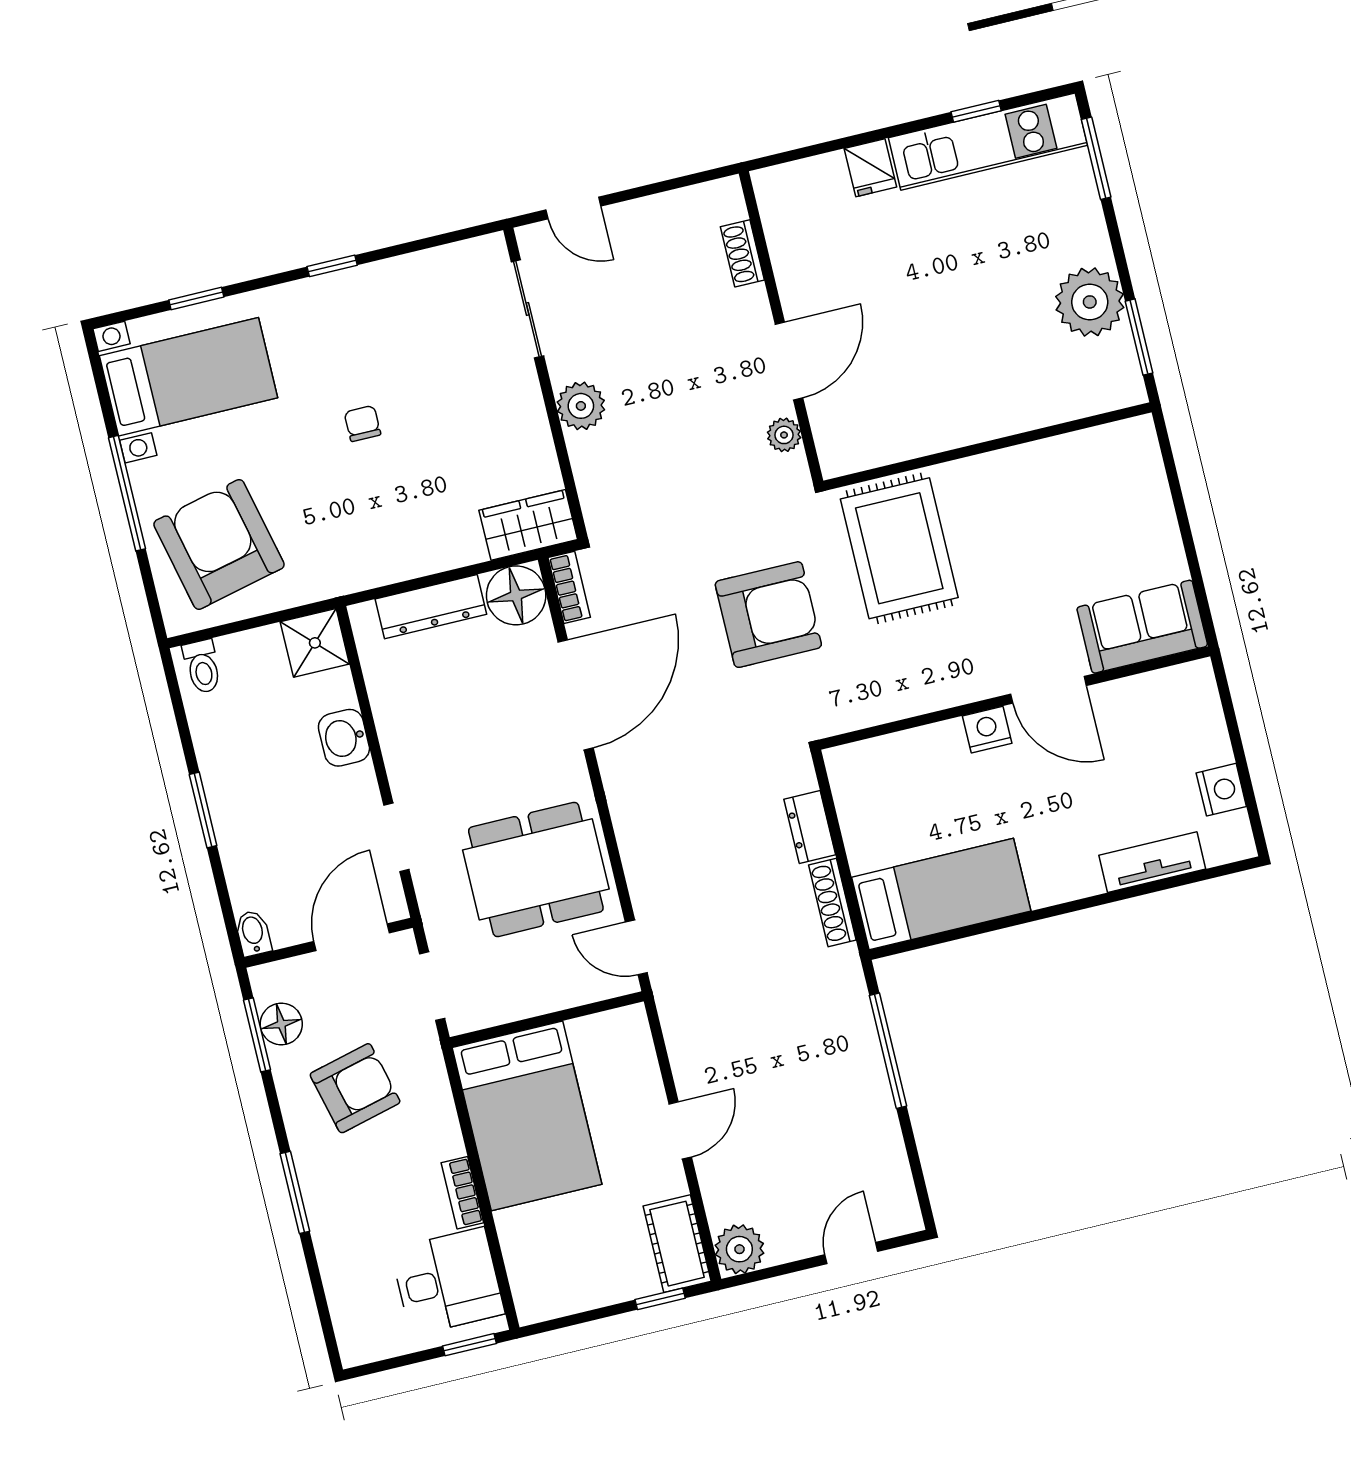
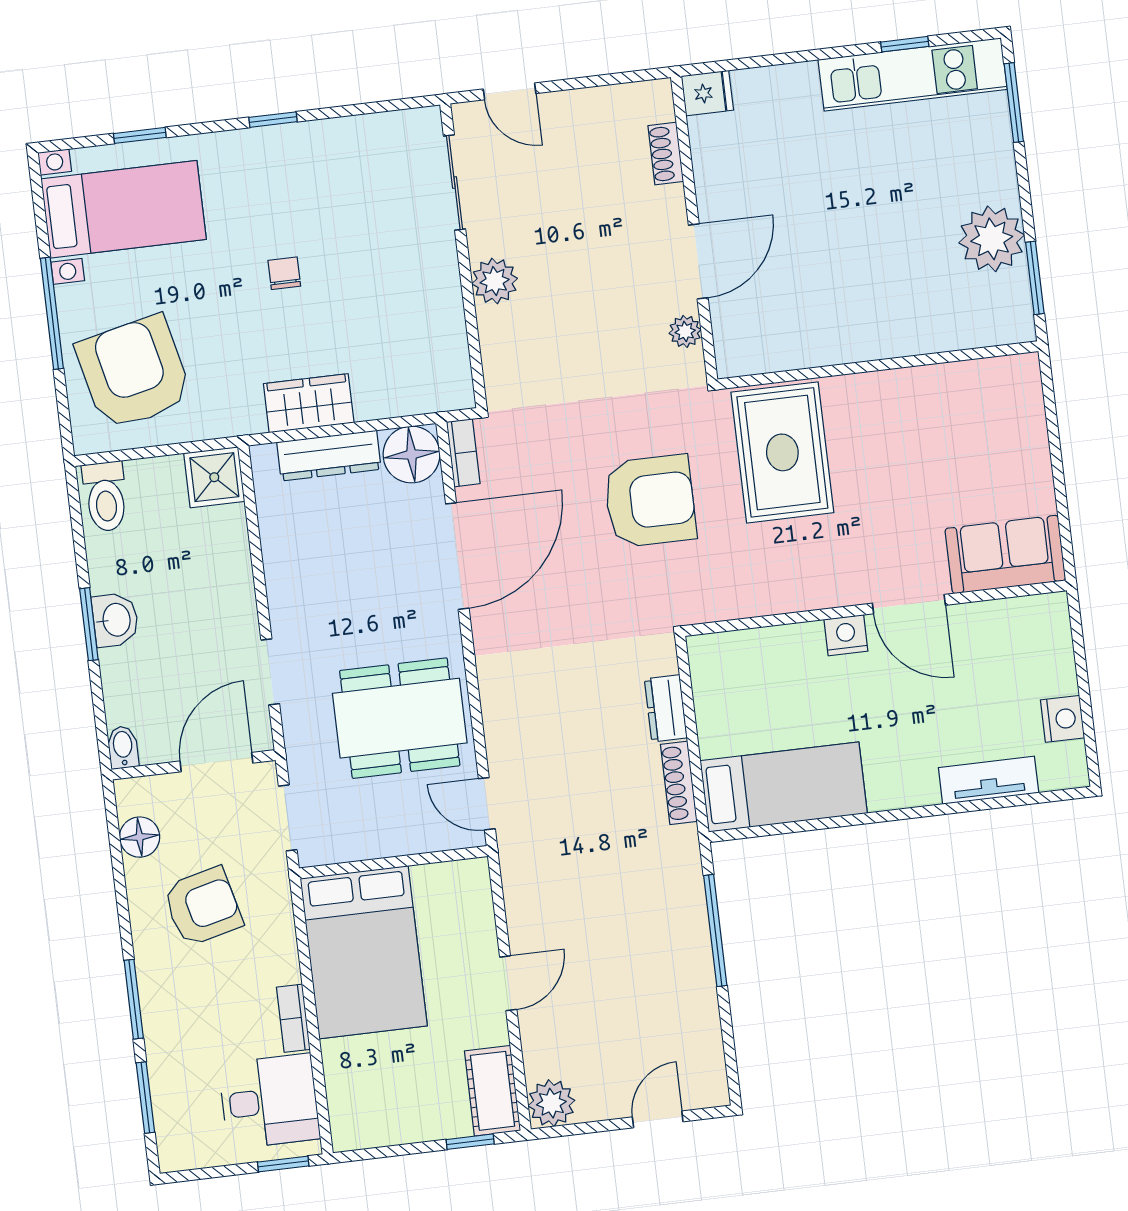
fridge: (870, 168) -> (707, 93), moved, turned -90
wardrobe: (528, 525) -> (309, 403), moved
toilet: (202, 667) -> (105, 497), width x1.37, depth x1.39
washbasin: (344, 738) -> (115, 620), moved, turned 180
window: (257, 1035) -> (145, 1098), moved

